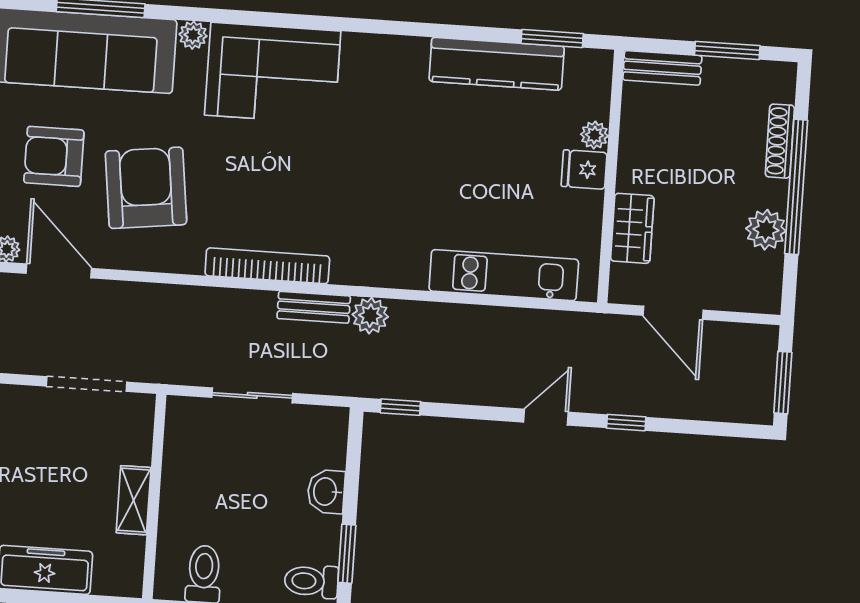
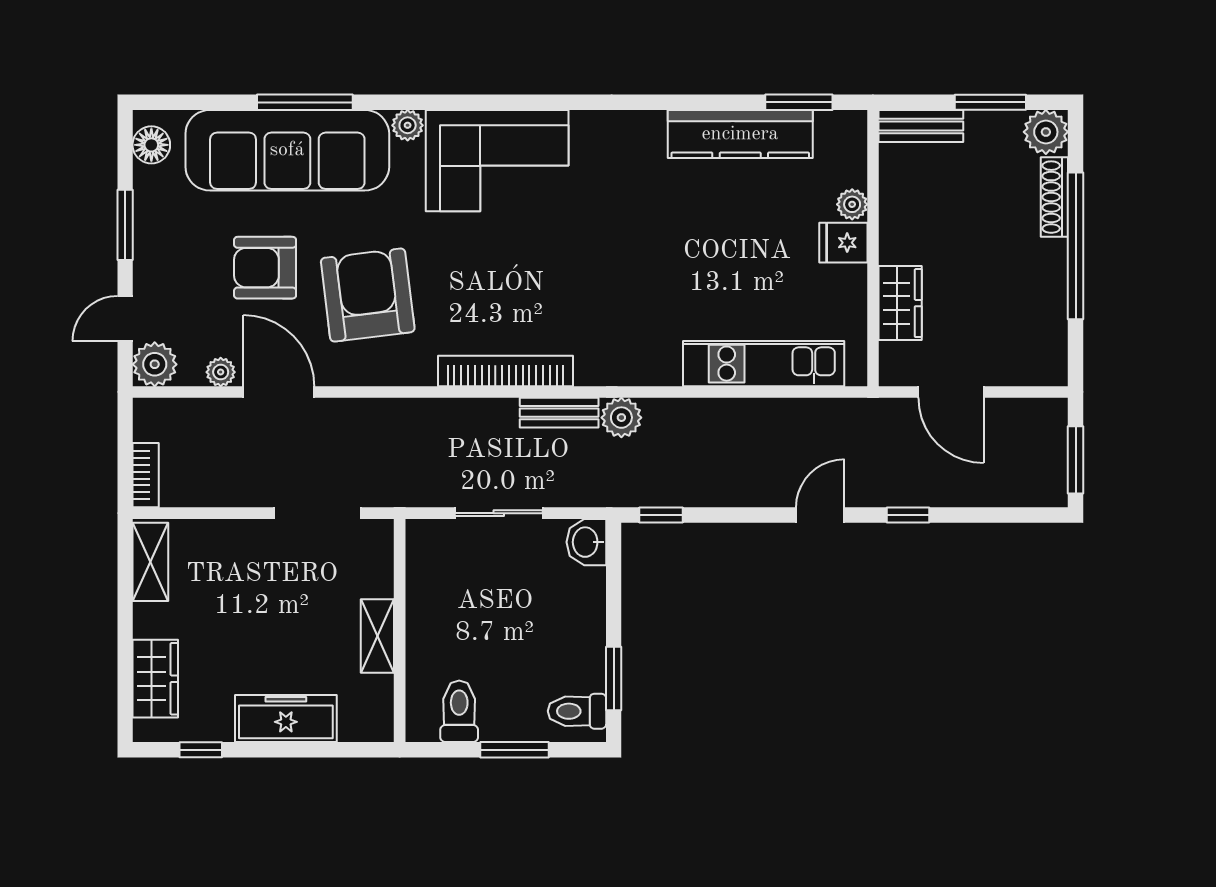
plant: (766, 230) -> (1046, 132), moved
washbasin: (326, 492) -> (586, 542), moved

